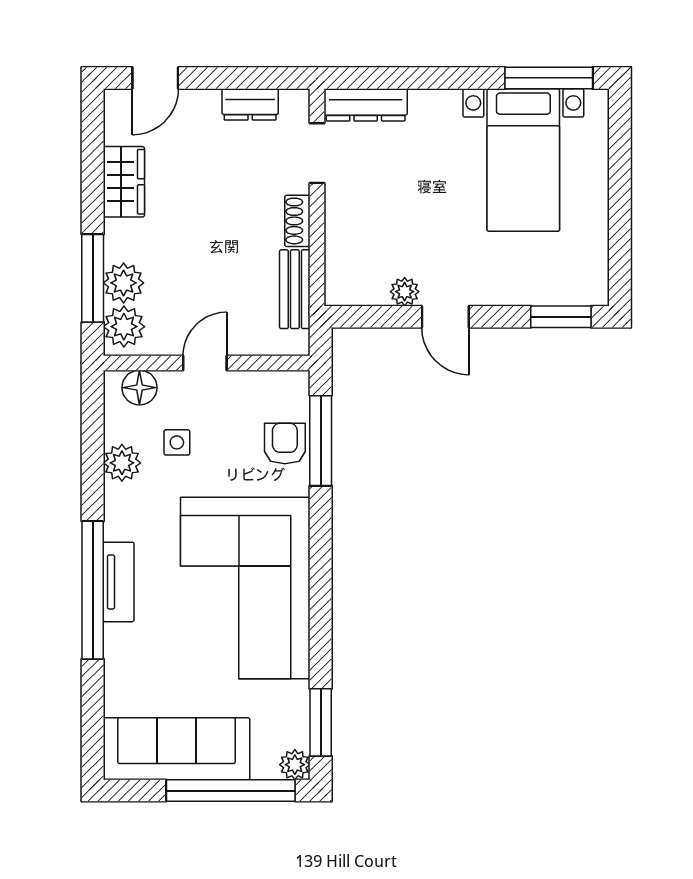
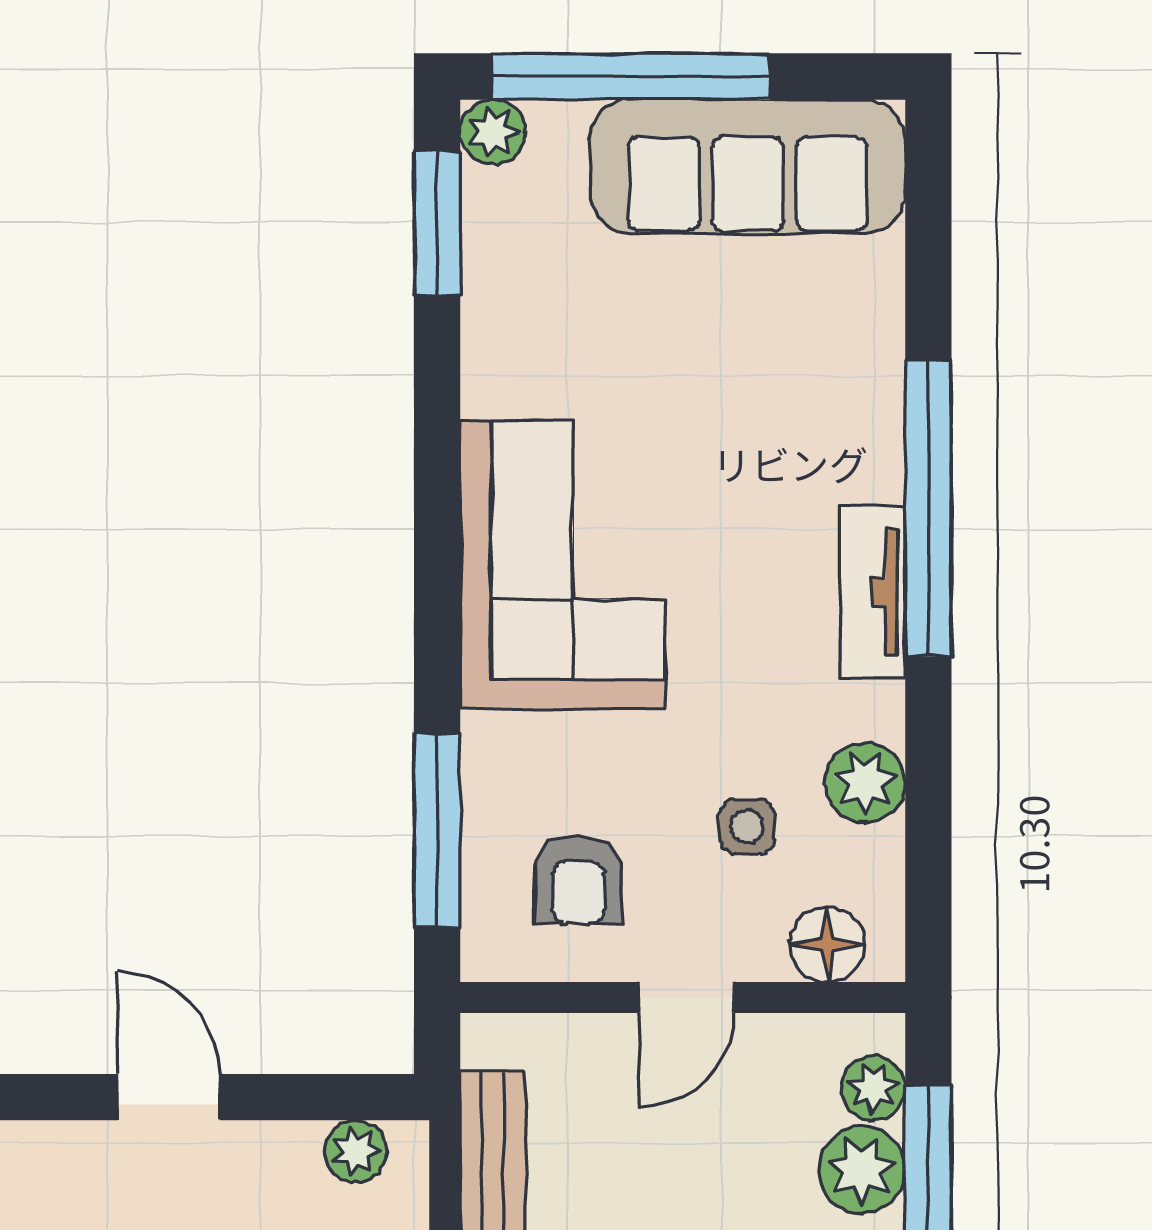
plant: (405, 292) -> (356, 1151), moved
plant: (124, 327) -> (873, 1088), width x0.73, depth x0.73
armchair: (285, 444) -> (579, 880), moved
tv unit: (119, 582) -> (872, 592), moved
corner sofa: (245, 588) -> (563, 565), width x0.73, depth x0.74

